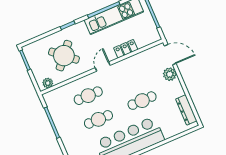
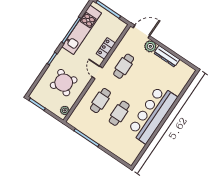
cafe table: (142, 101) -> (124, 66), moved
dresser: (186, 110) -> (167, 56), moved

